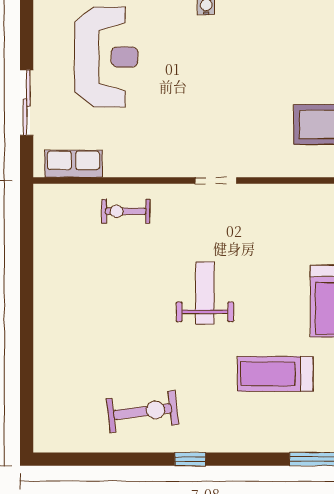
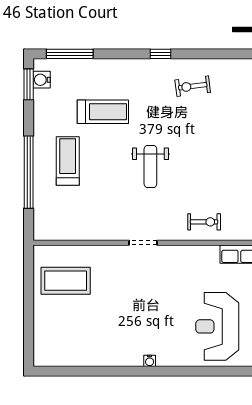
exercise bike: (143, 412) -> (193, 86), width x0.73, depth x0.72

